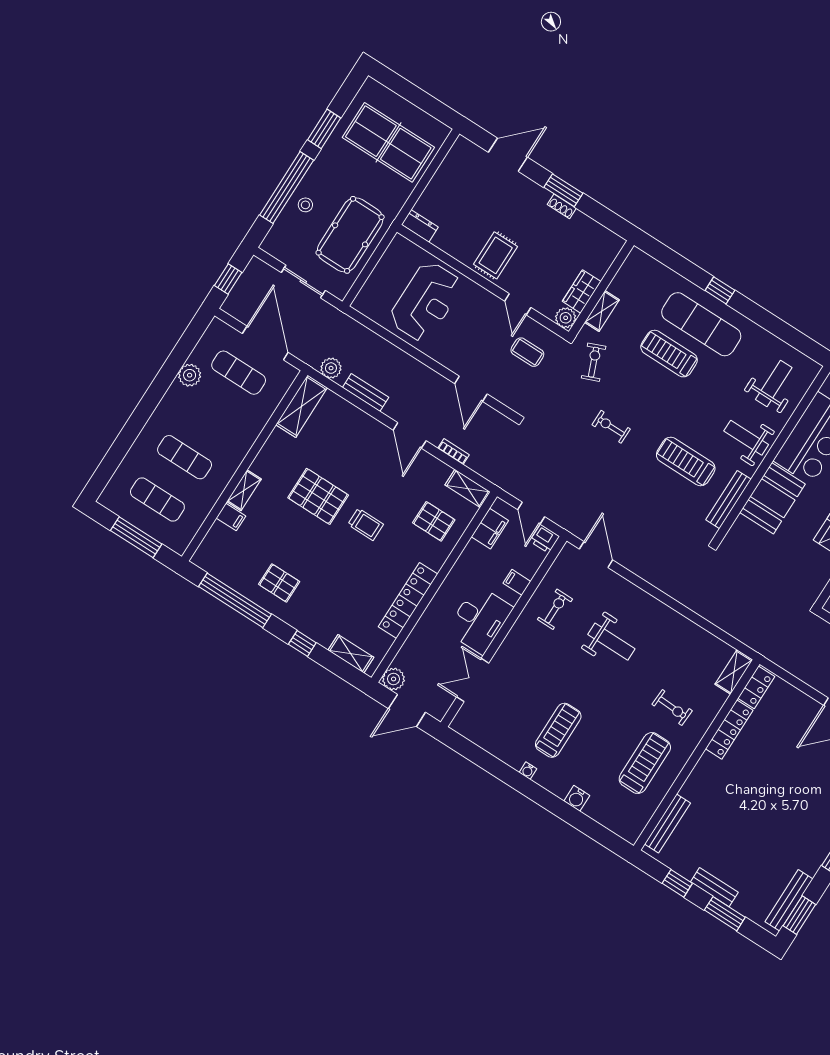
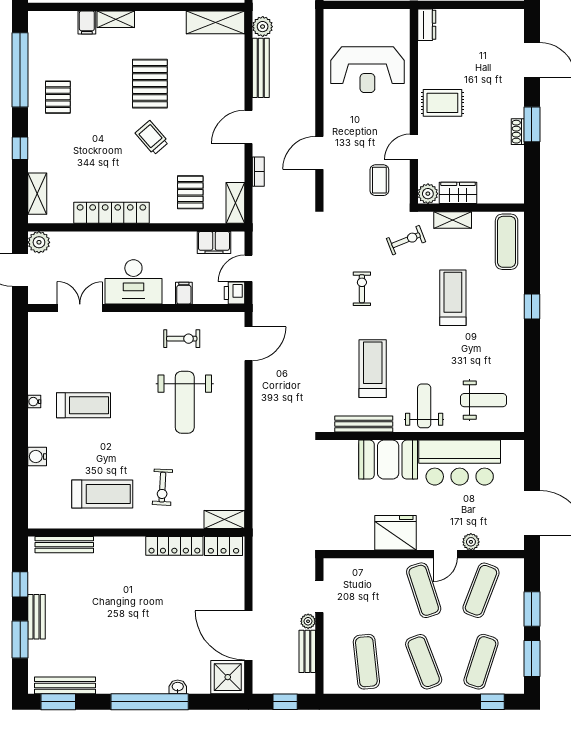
exercise mat: (701, 324) -> (507, 242), moved, width x0.73, depth x0.69
bench: (366, 392) -> (261, 68), width x1.36
trolley: (366, 524) -> (152, 138), turned 139
weight bench: (611, 642) -> (185, 402), width x1.36, depth x1.33

